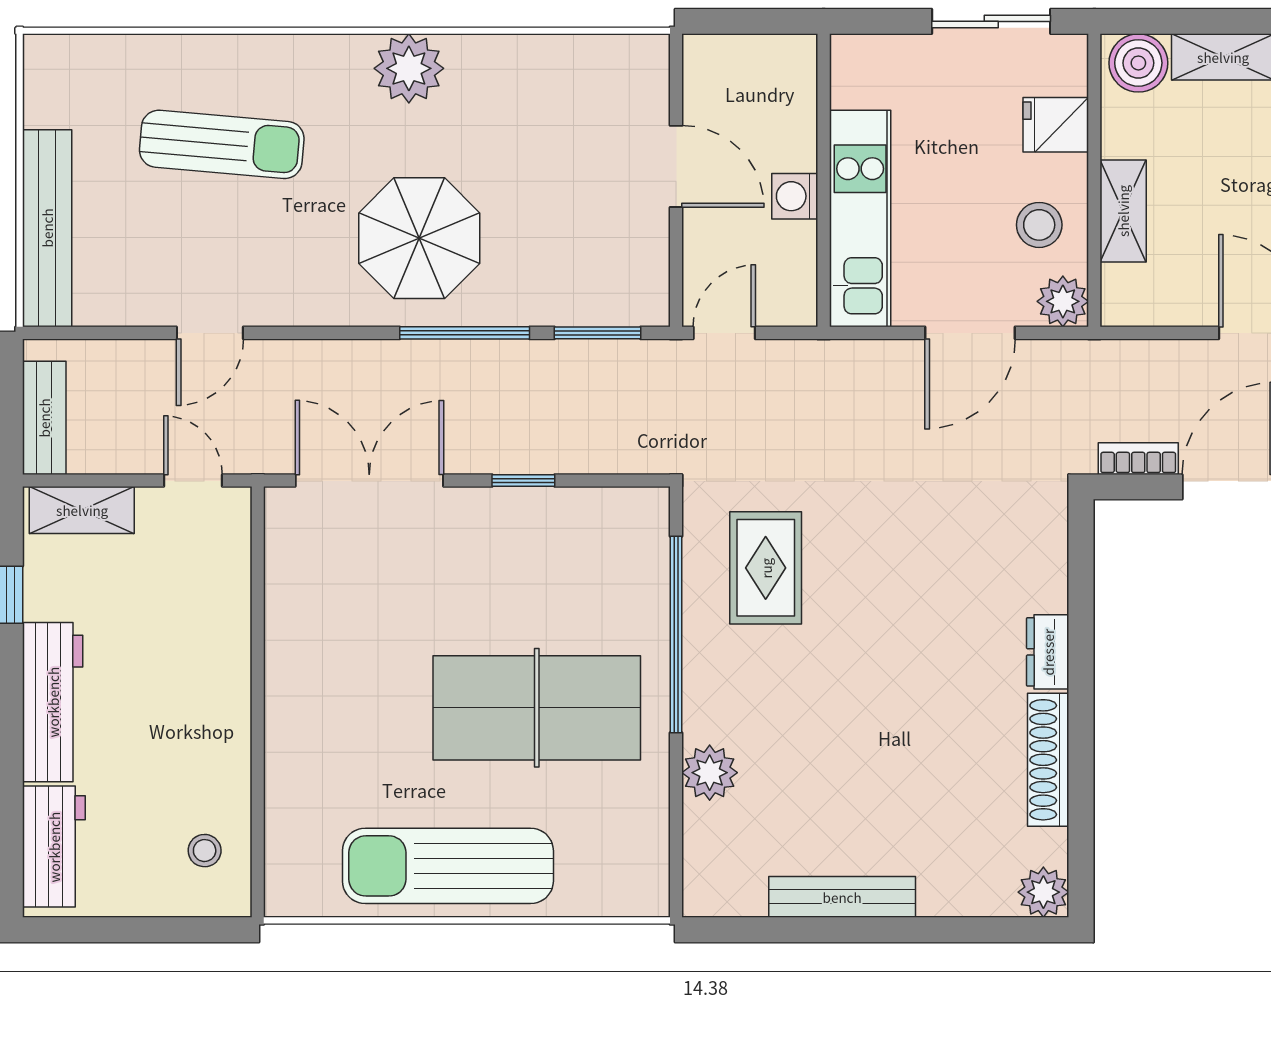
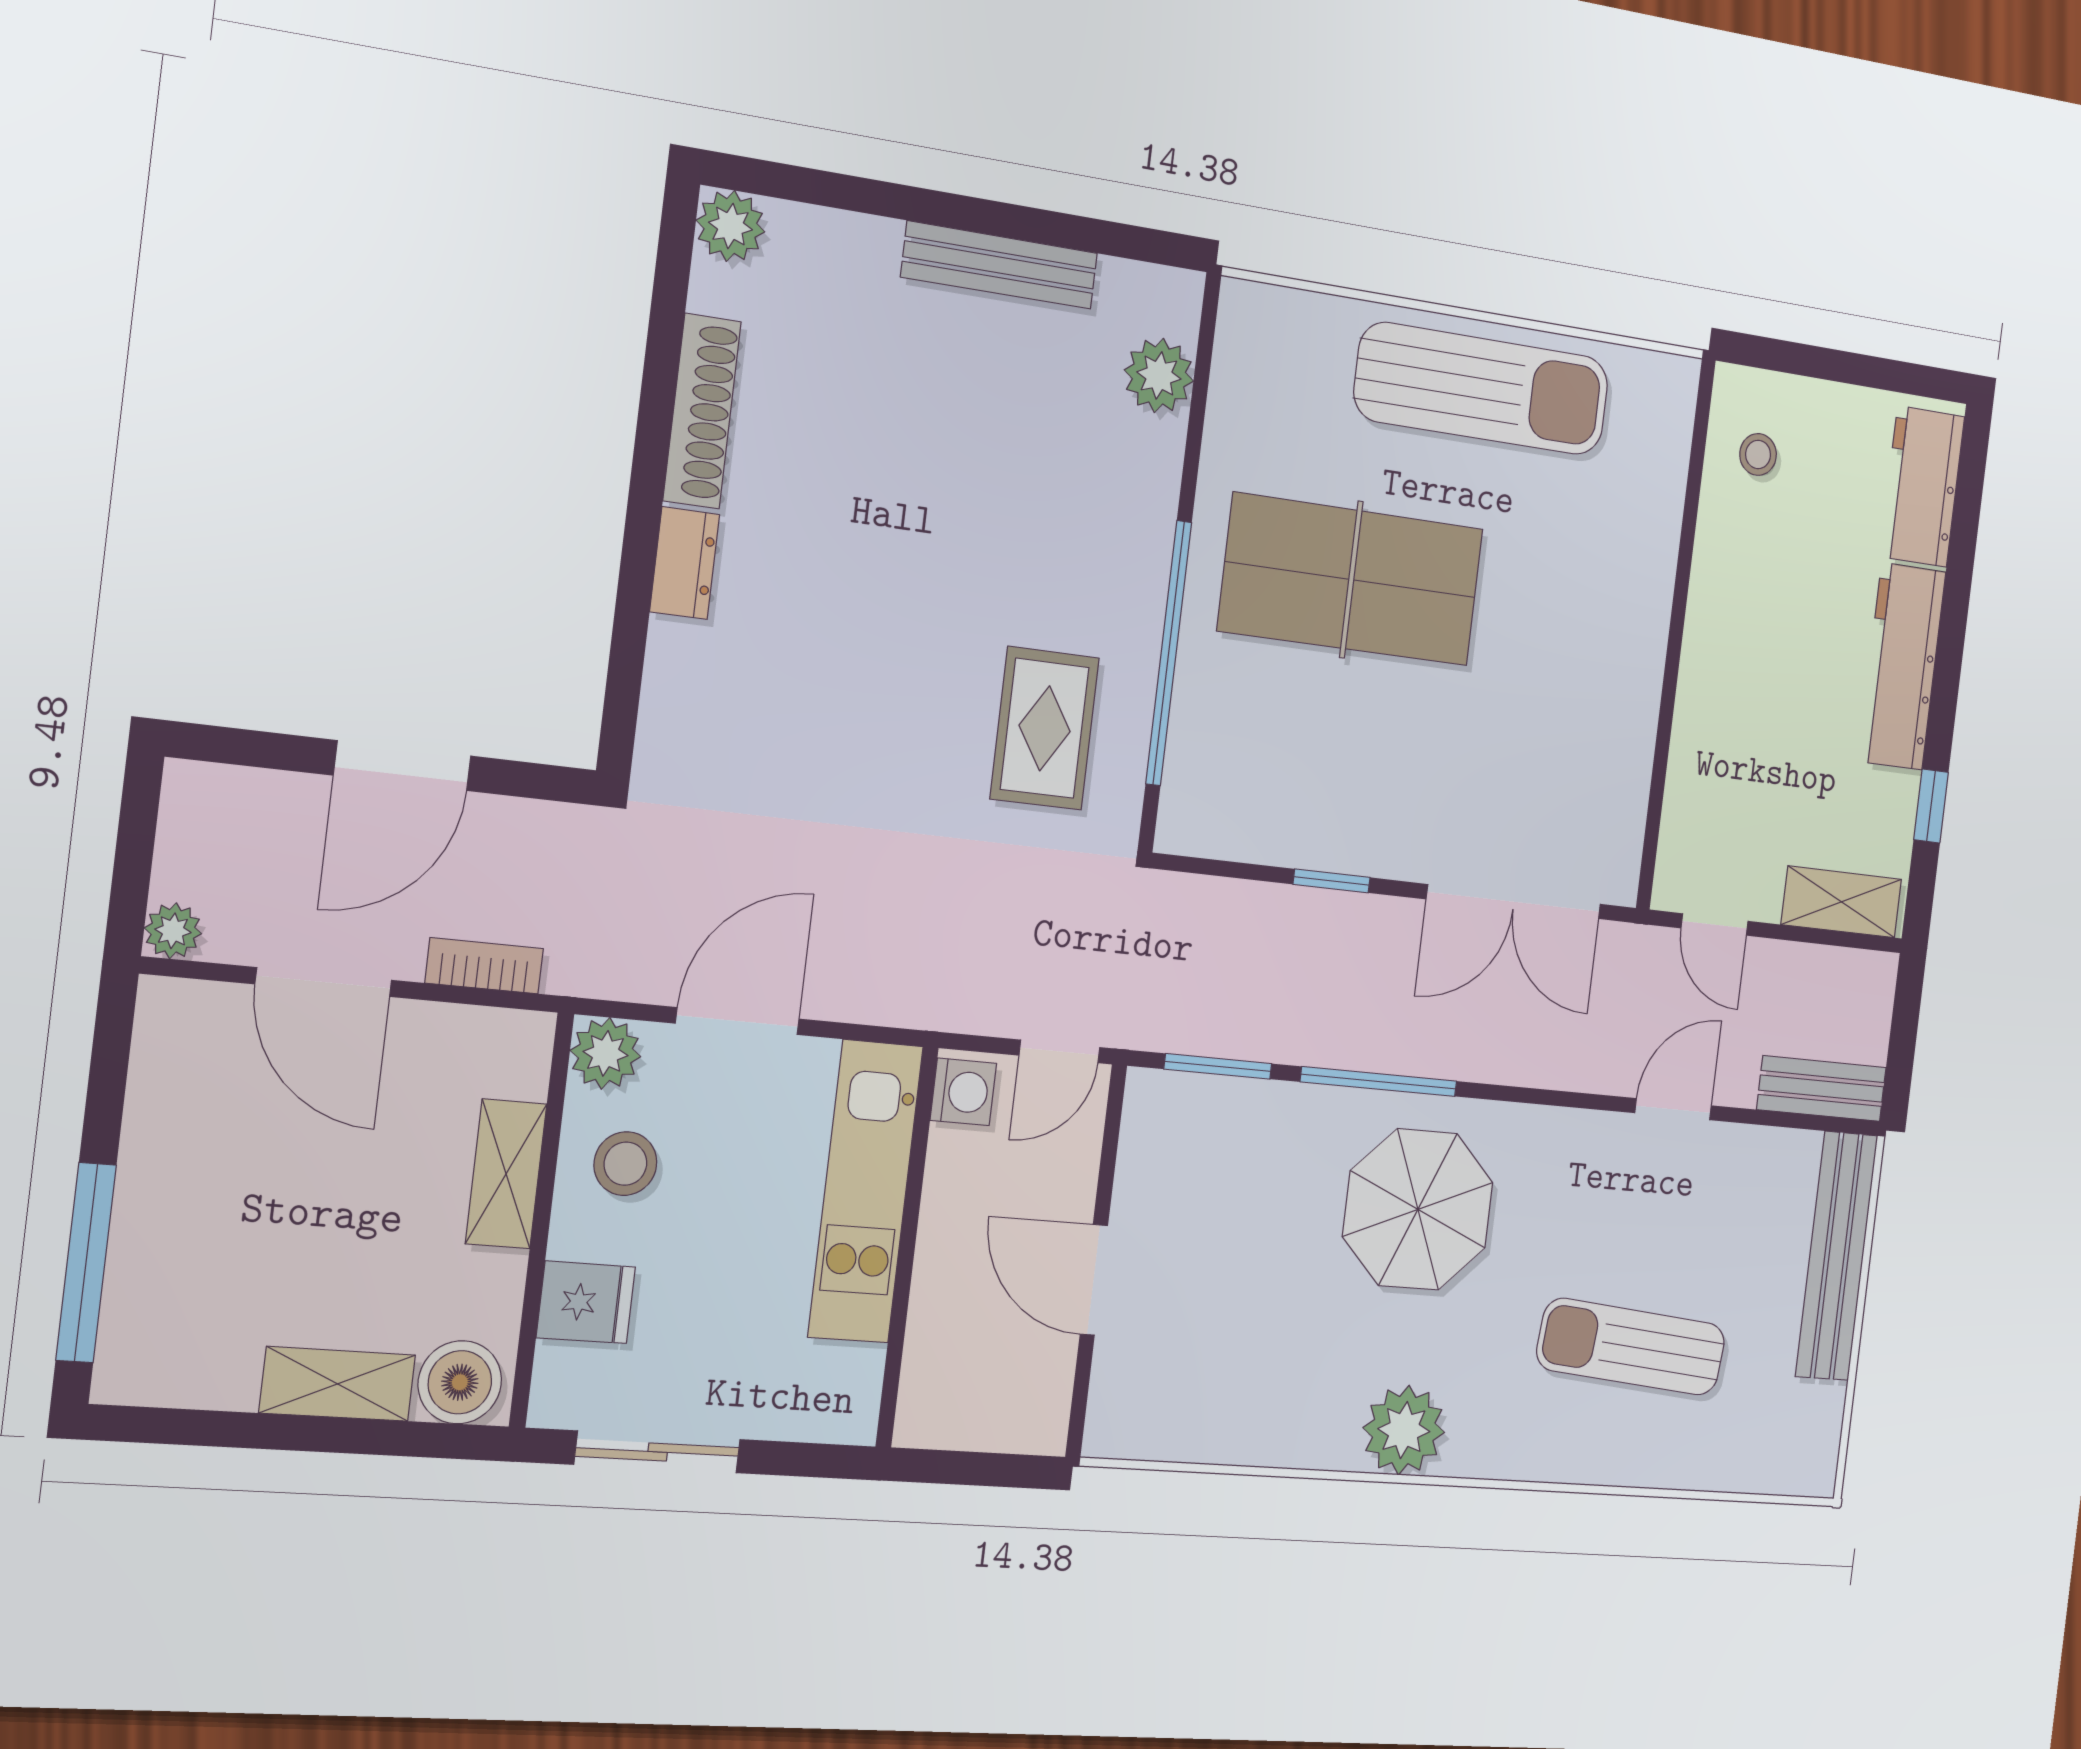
washing machine: (795, 196) -> (963, 1092), moved
bench: (44, 418) -> (1822, 1089), moved, turned 90
bookcase: (1138, 459) -> (484, 966), moved, turned 180
plant: (710, 773) -> (1159, 375), moved

